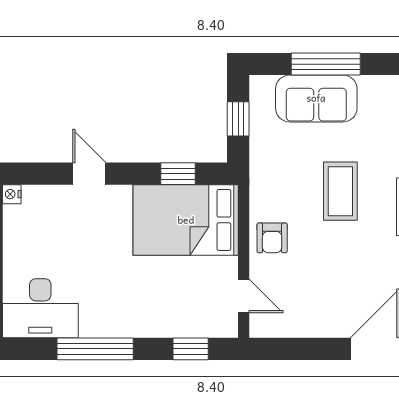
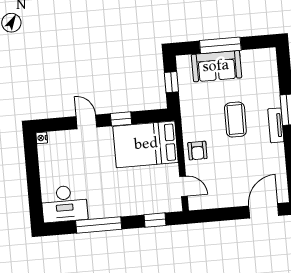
window: (178, 174) -> (121, 119), moved

